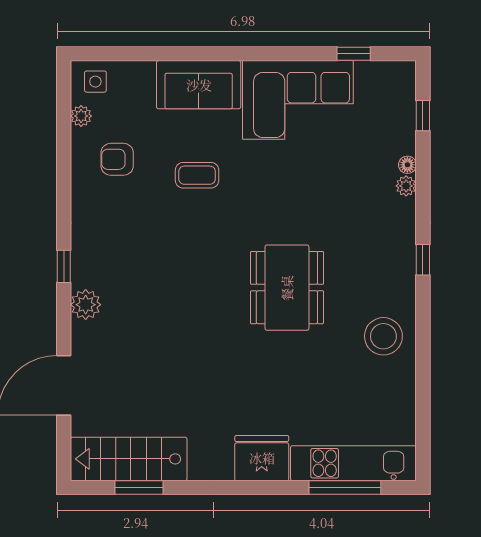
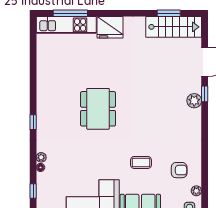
window: (64, 266) -> (205, 94), moved
stool: (383, 336) -> (52, 86), removed

